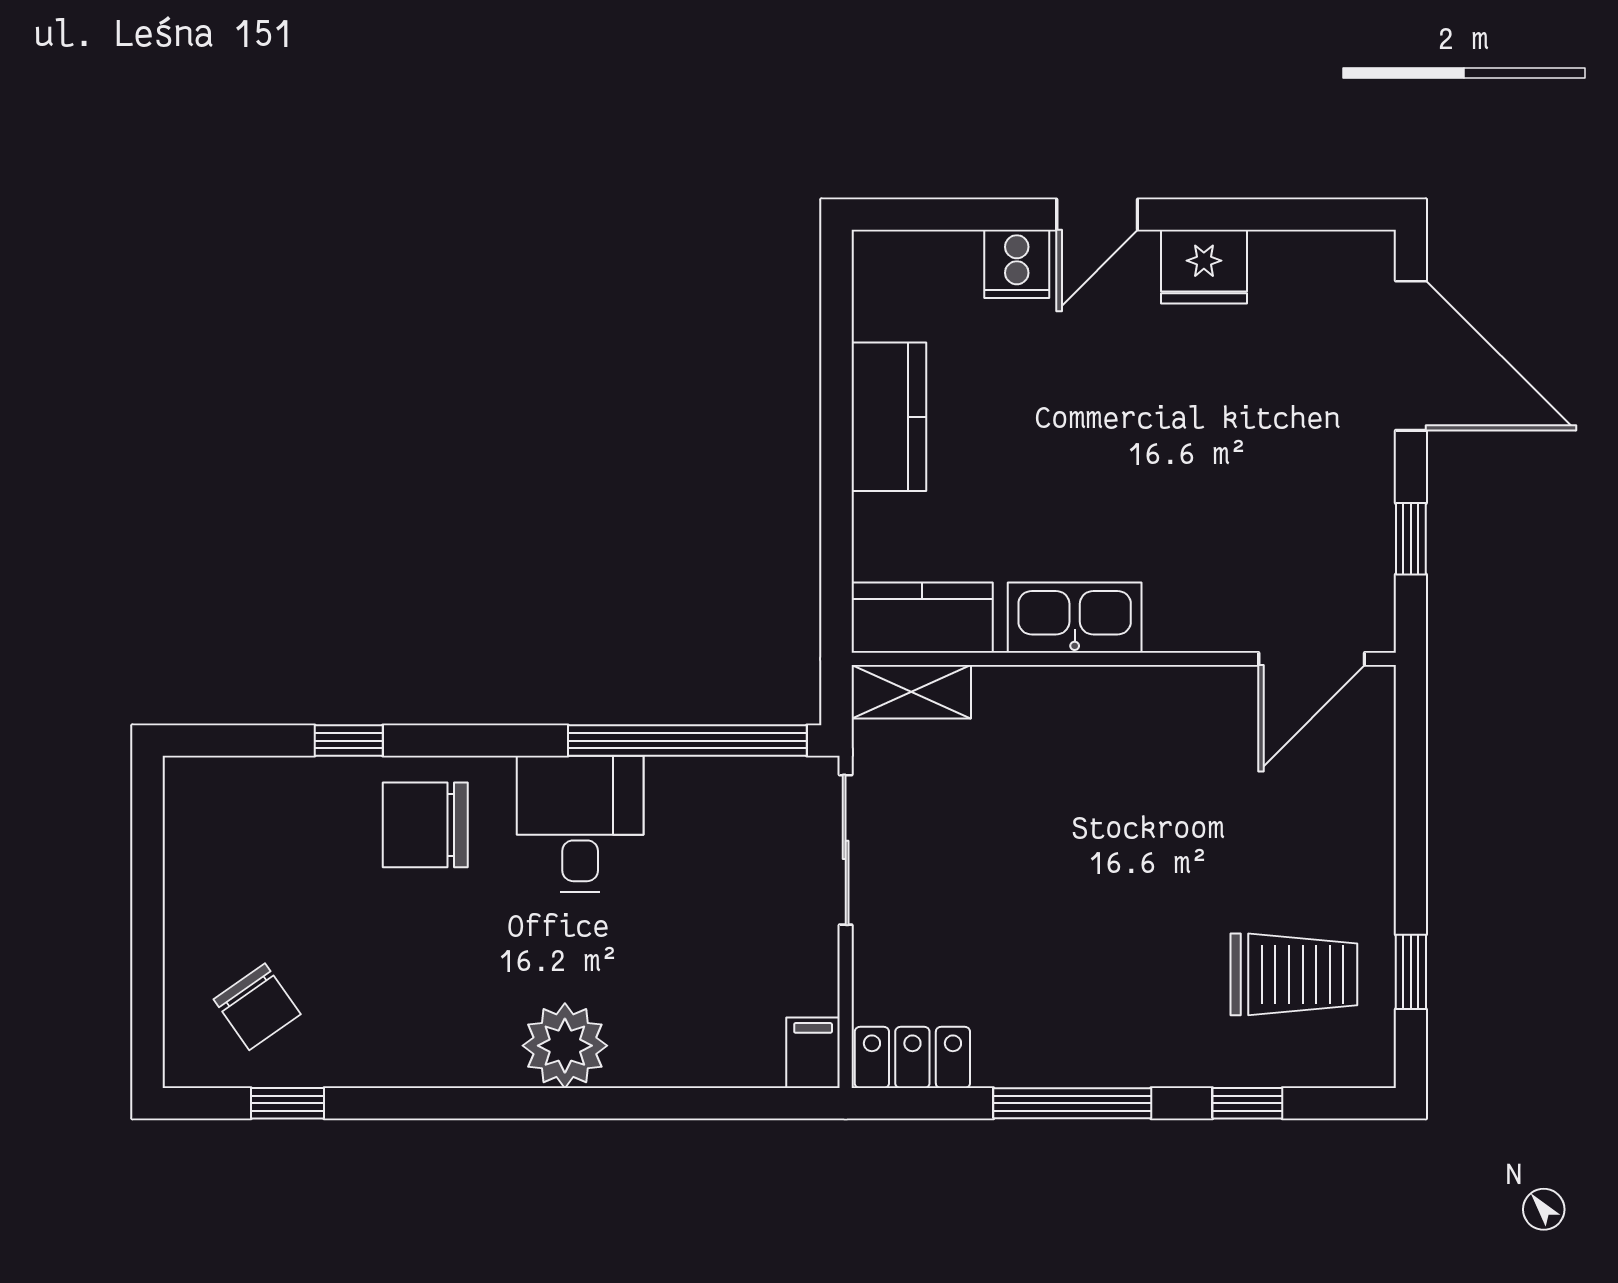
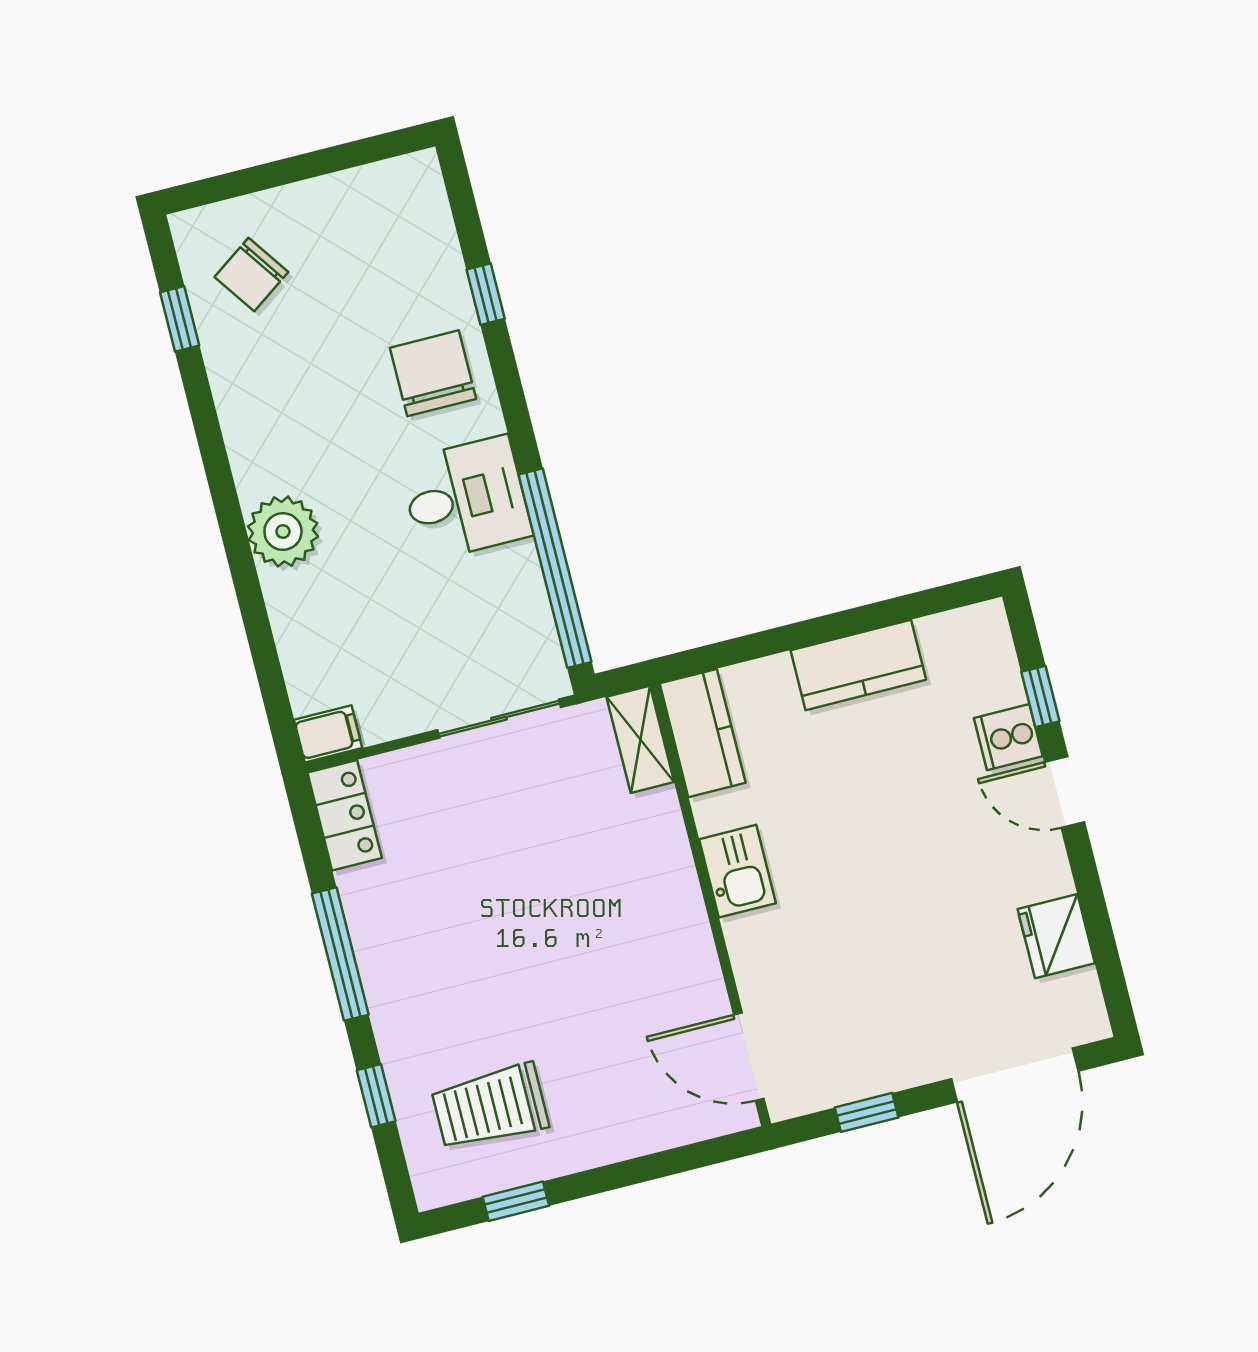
window: (979, 215) -> (1040, 697), added
fridge: (1204, 267) -> (1056, 936), moved
kitchen sink: (1075, 618) -> (737, 871), width x0.73
trolley: (1294, 974) -> (490, 1107), turned 90

